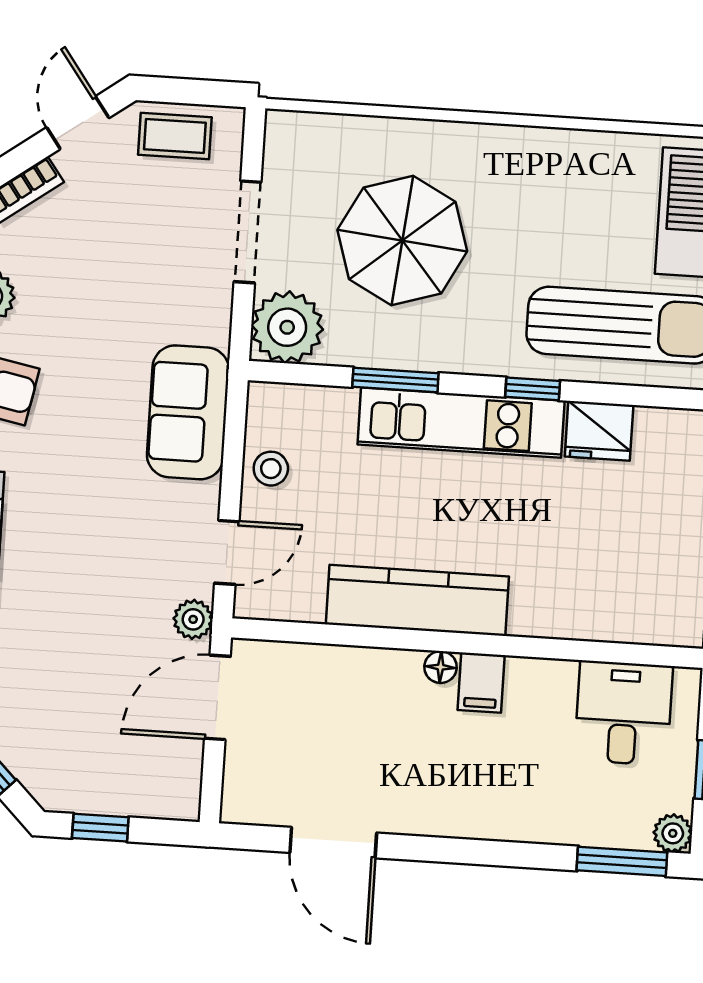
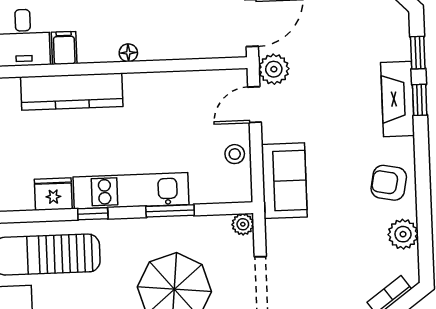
plant: (287, 327) -> (243, 224), width x0.53, depth x0.53
kitchen counter: (417, 600) -> (72, 92), moved
plant: (193, 619) -> (274, 69), width x1.38, depth x1.38
filing cabinet: (481, 683) -> (64, 48), moved

